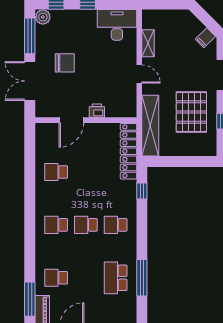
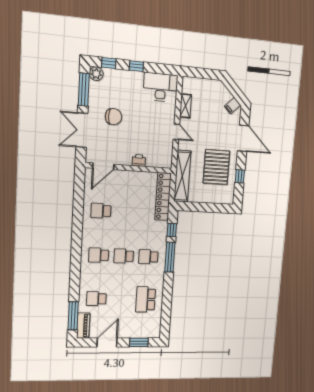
door: (71, 120) -> (103, 166), moved
window: (142, 278) -> (170, 257), moved

